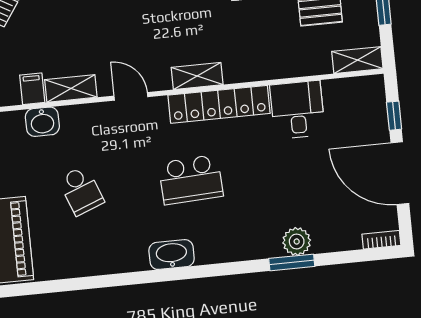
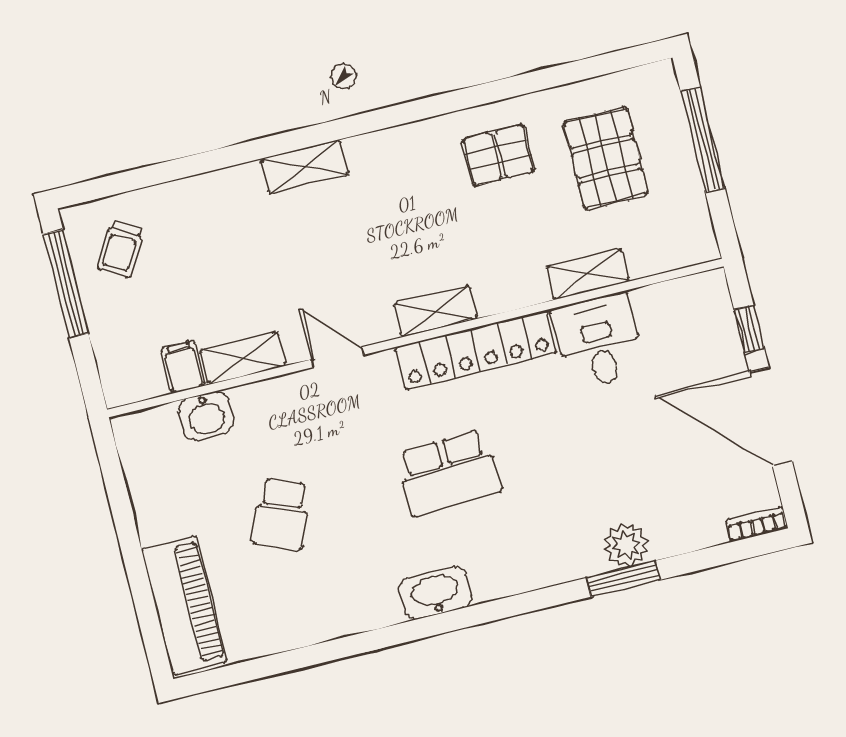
shelving: (357, 60) -> (588, 274), moved
school desk: (81, 191) -> (281, 514), turned 42

